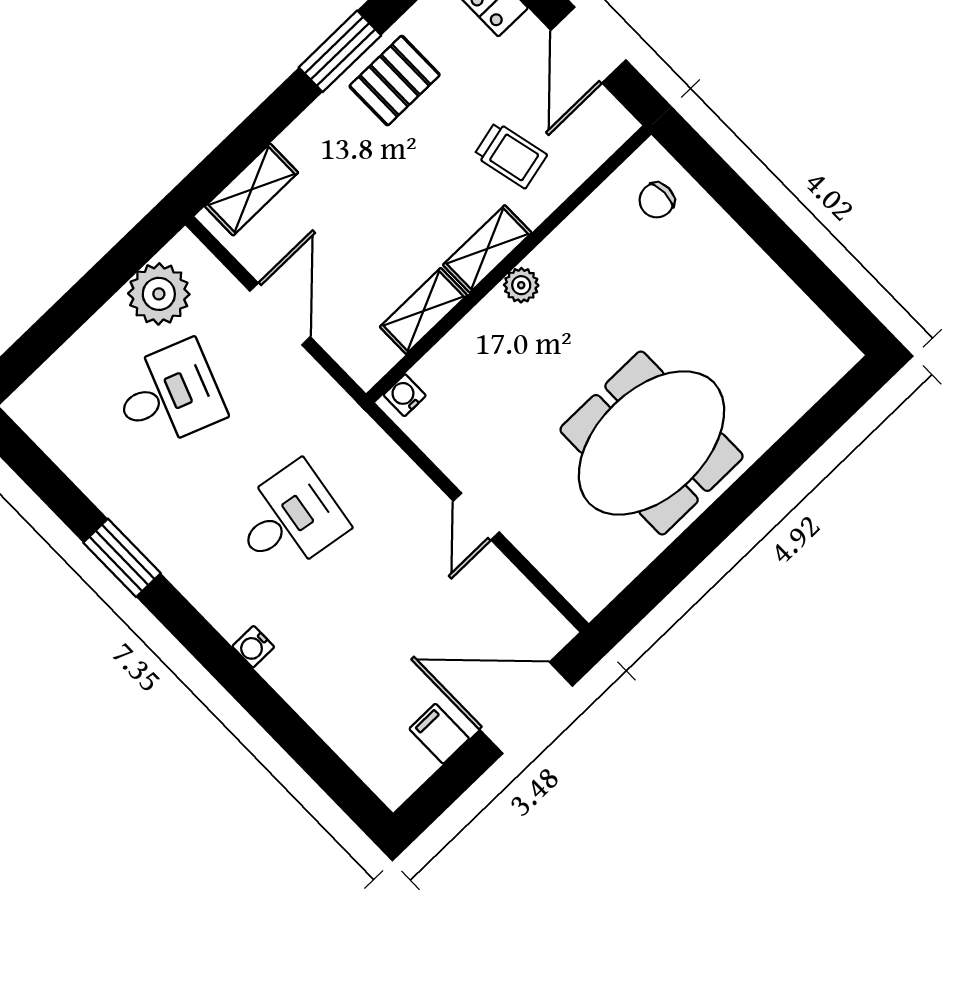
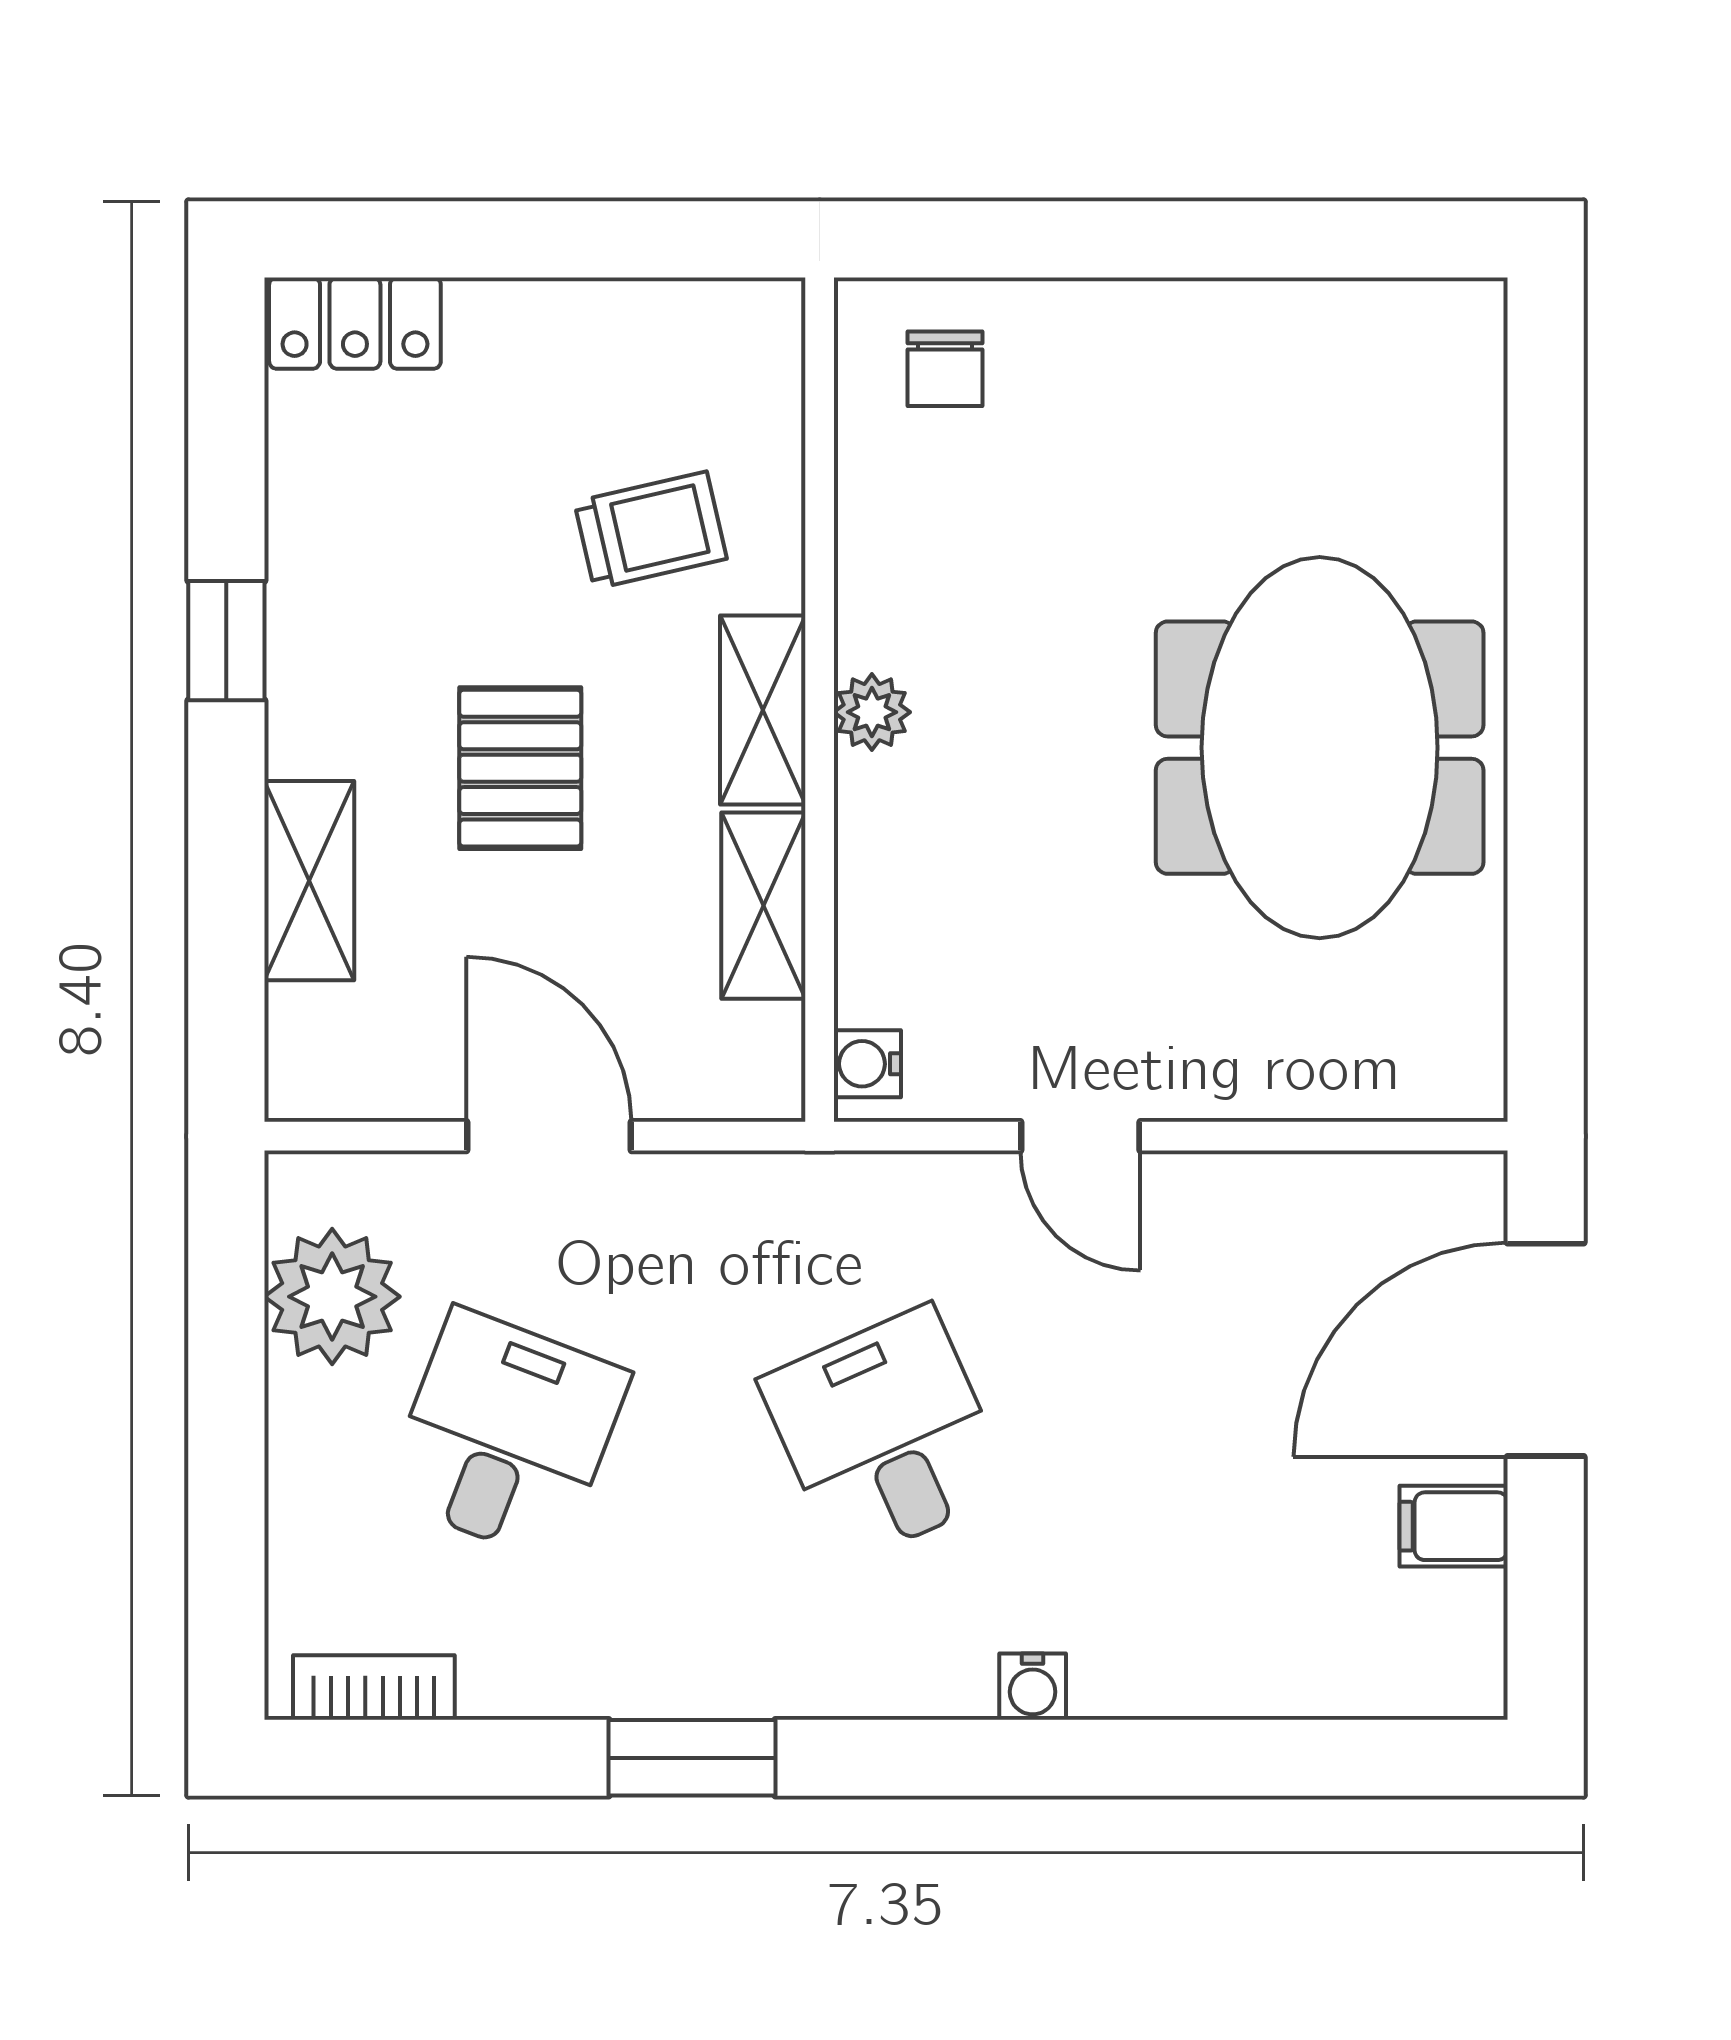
door: (588, 45) -> (596, 239), removed
window: (340, 51) -> (226, 641), width x0.67
pallet: (395, 81) -> (520, 768), moved
shelving: (252, 190) -> (309, 881), moved
bookcase: (44, 432) -> (374, 1687), added
door: (476, 517) -> (1080, 1136), moved
desk: (289, 519) -> (886, 1435), turned -33

